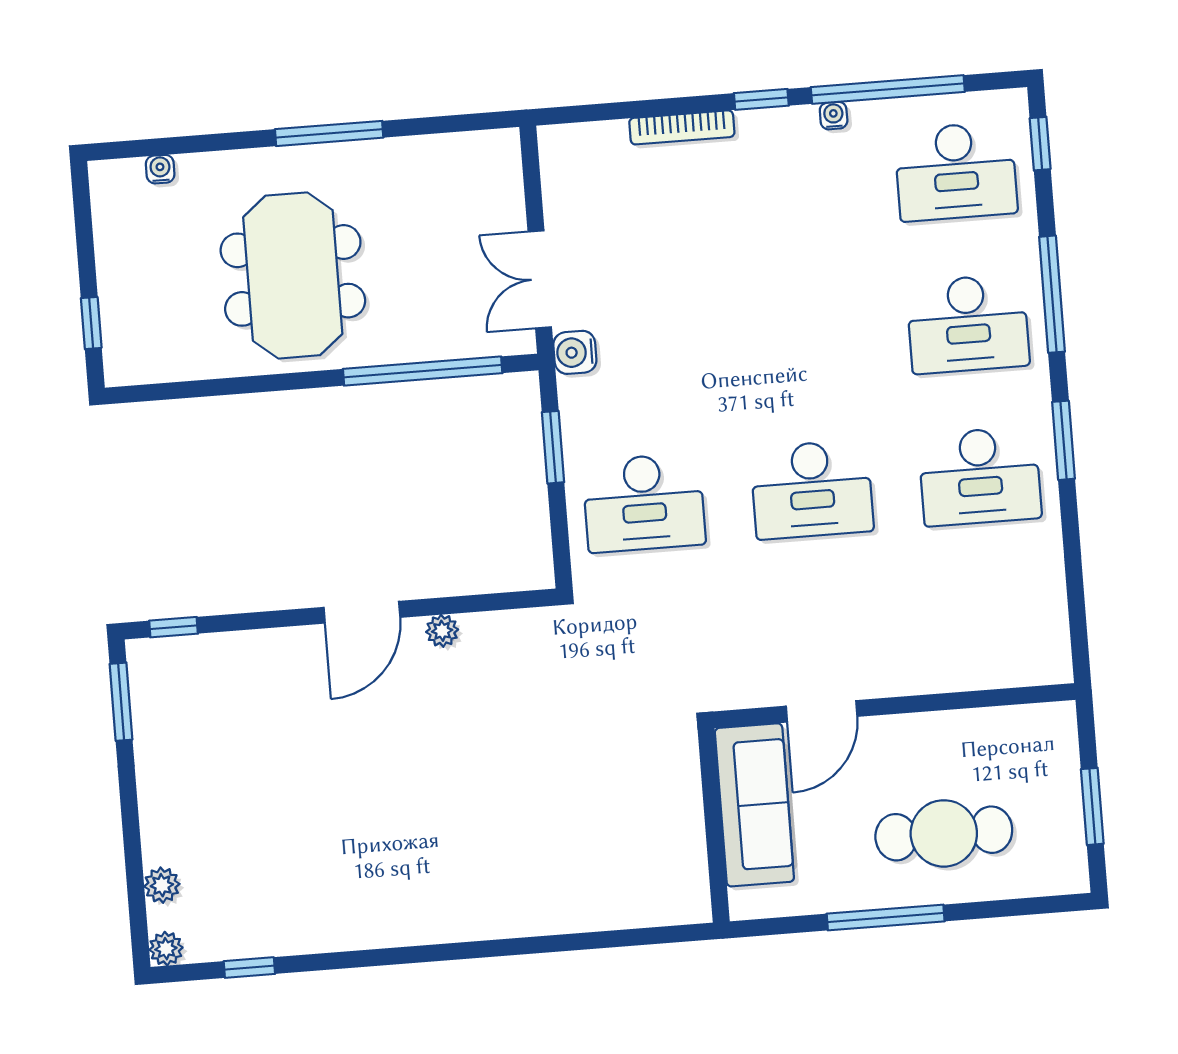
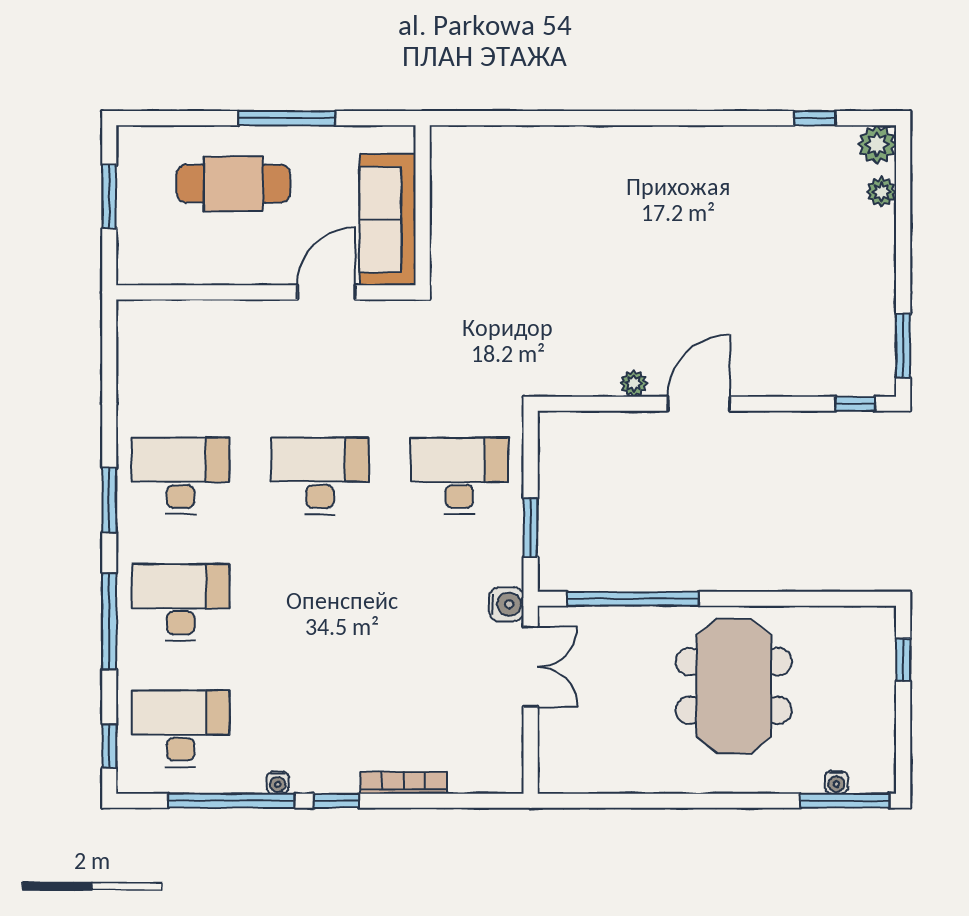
window: (329, 133) -> (845, 801), moved
plant: (166, 949) -> (877, 144), width x1.38, depth x1.38

